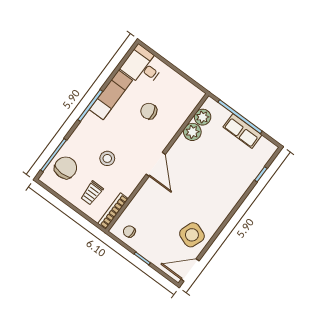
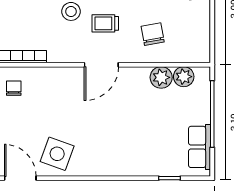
chair: (149, 111) -> (153, 34), moved
row of seats: (242, 131) -> (199, 147), moved
trolley: (92, 193) -> (105, 23), moved

